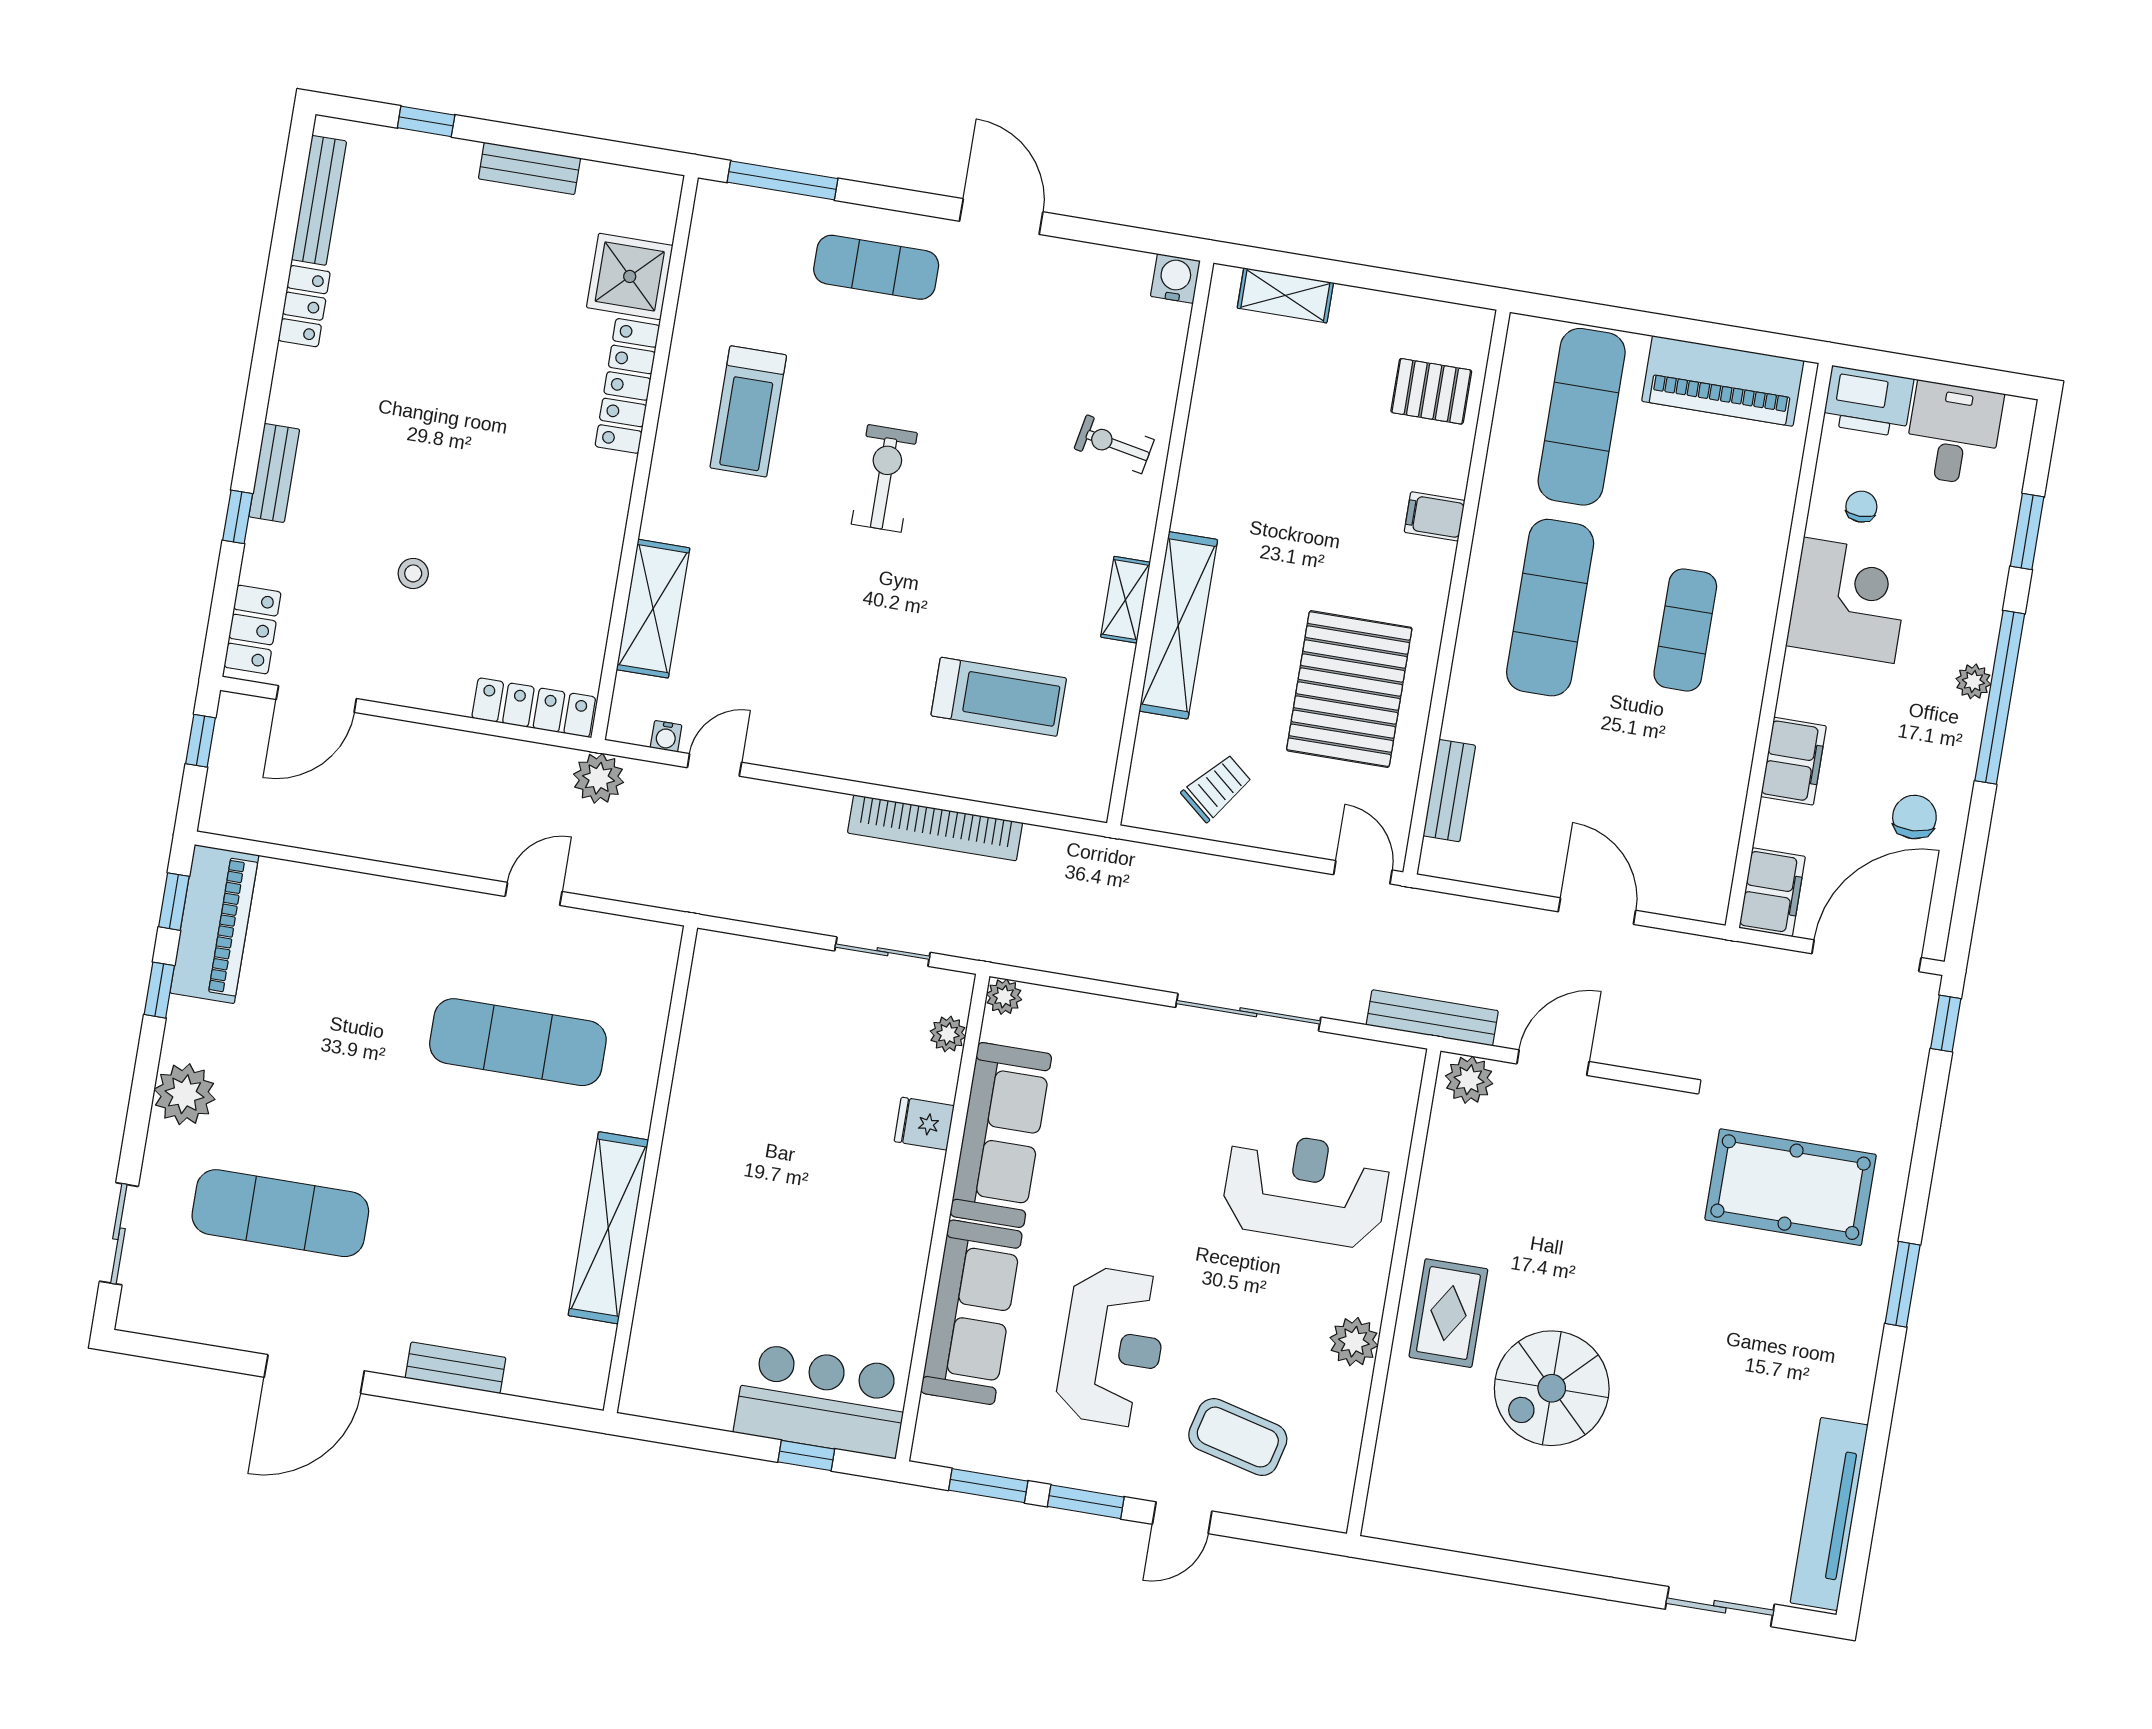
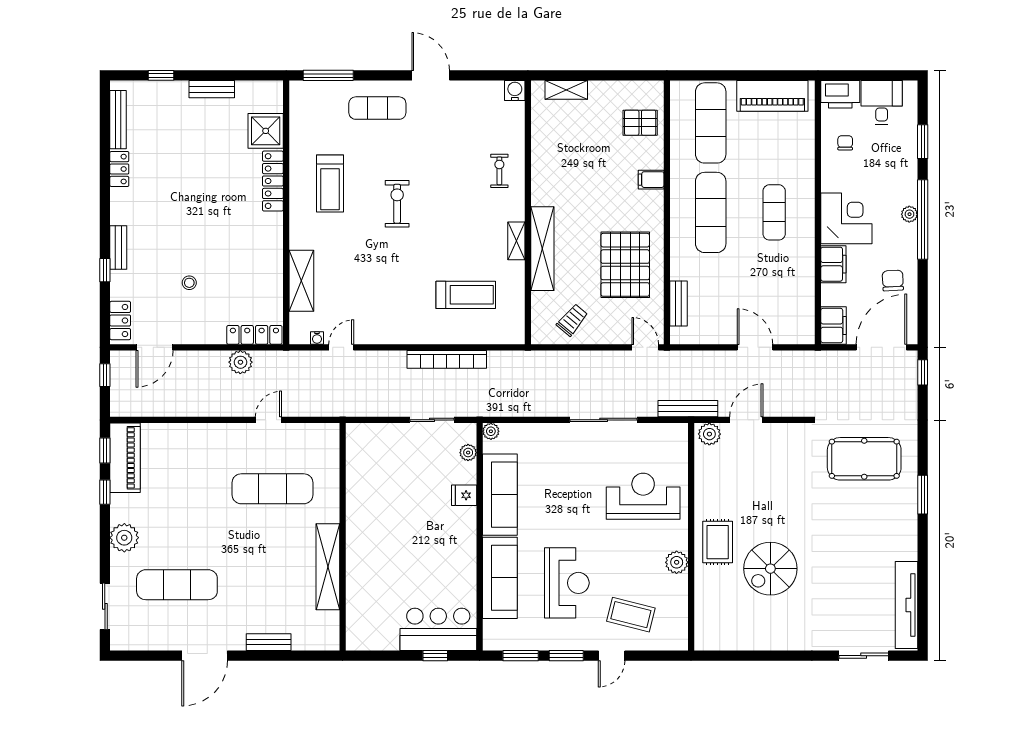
exercise bike: (1114, 444) -> (499, 171), turned 79
corner desk: (1849, 600) -> (846, 218), moved
plant: (599, 778) -> (240, 362), moved

